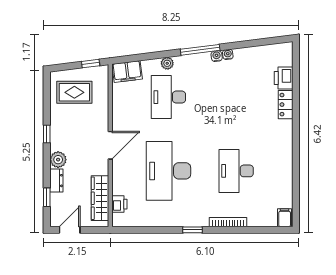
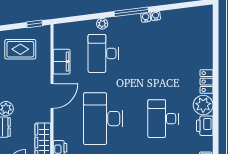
filing cabinet: (127, 72) -> (62, 62), moved, turned -83
printer: (284, 78) -> (205, 126), moved
locker: (286, 105) -> (207, 82), moved
plant: (282, 156) -> (203, 105), added

